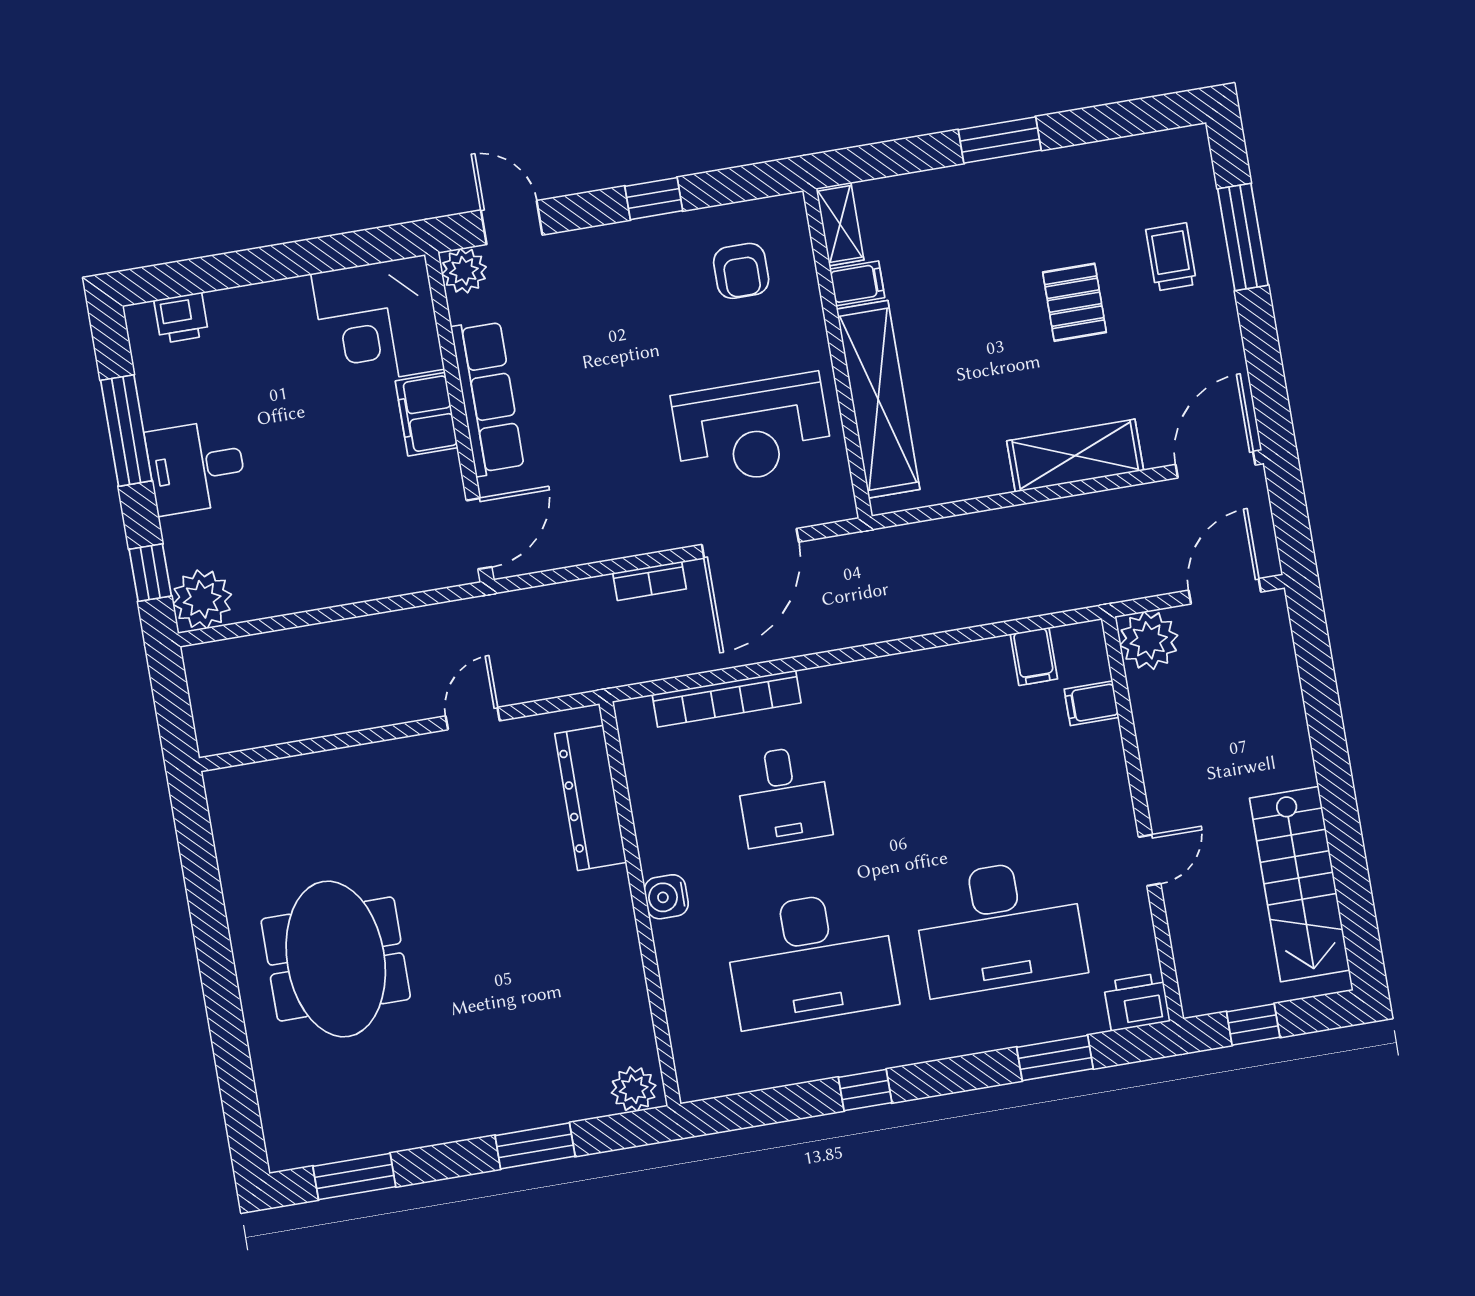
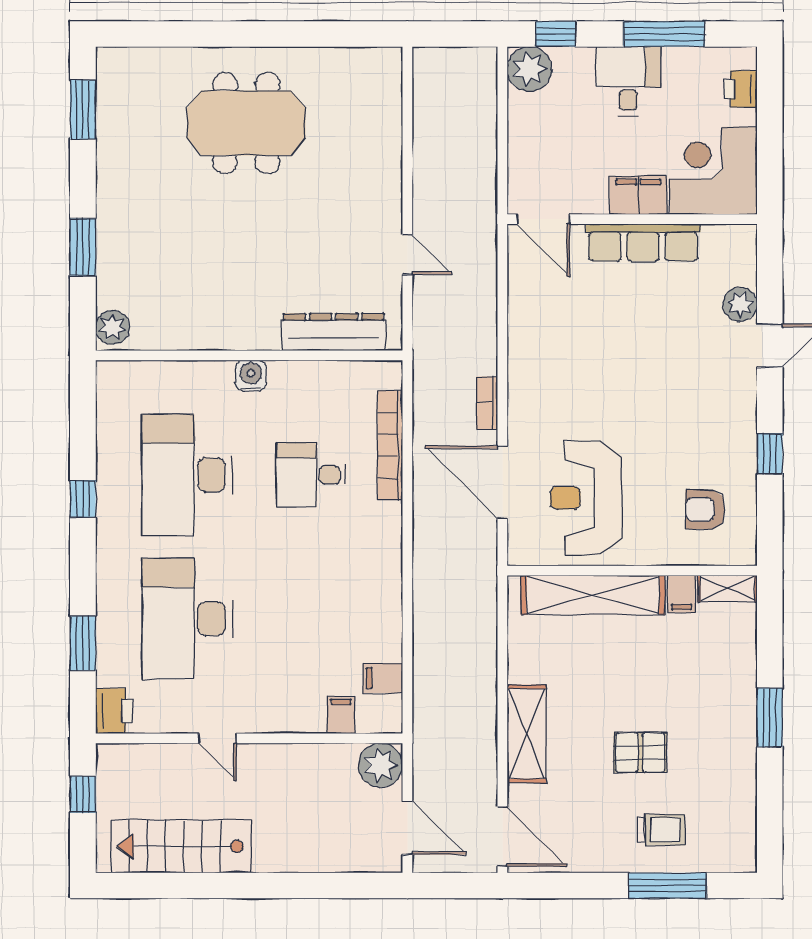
corner desk: (378, 321) -> (713, 171), moved
row of seats: (488, 398) -> (643, 242), moved
filing cabinet: (427, 414) -> (638, 195), moved
wall: (459, 417) -> (632, 219), moved
door: (479, 534) -> (543, 219), moved

